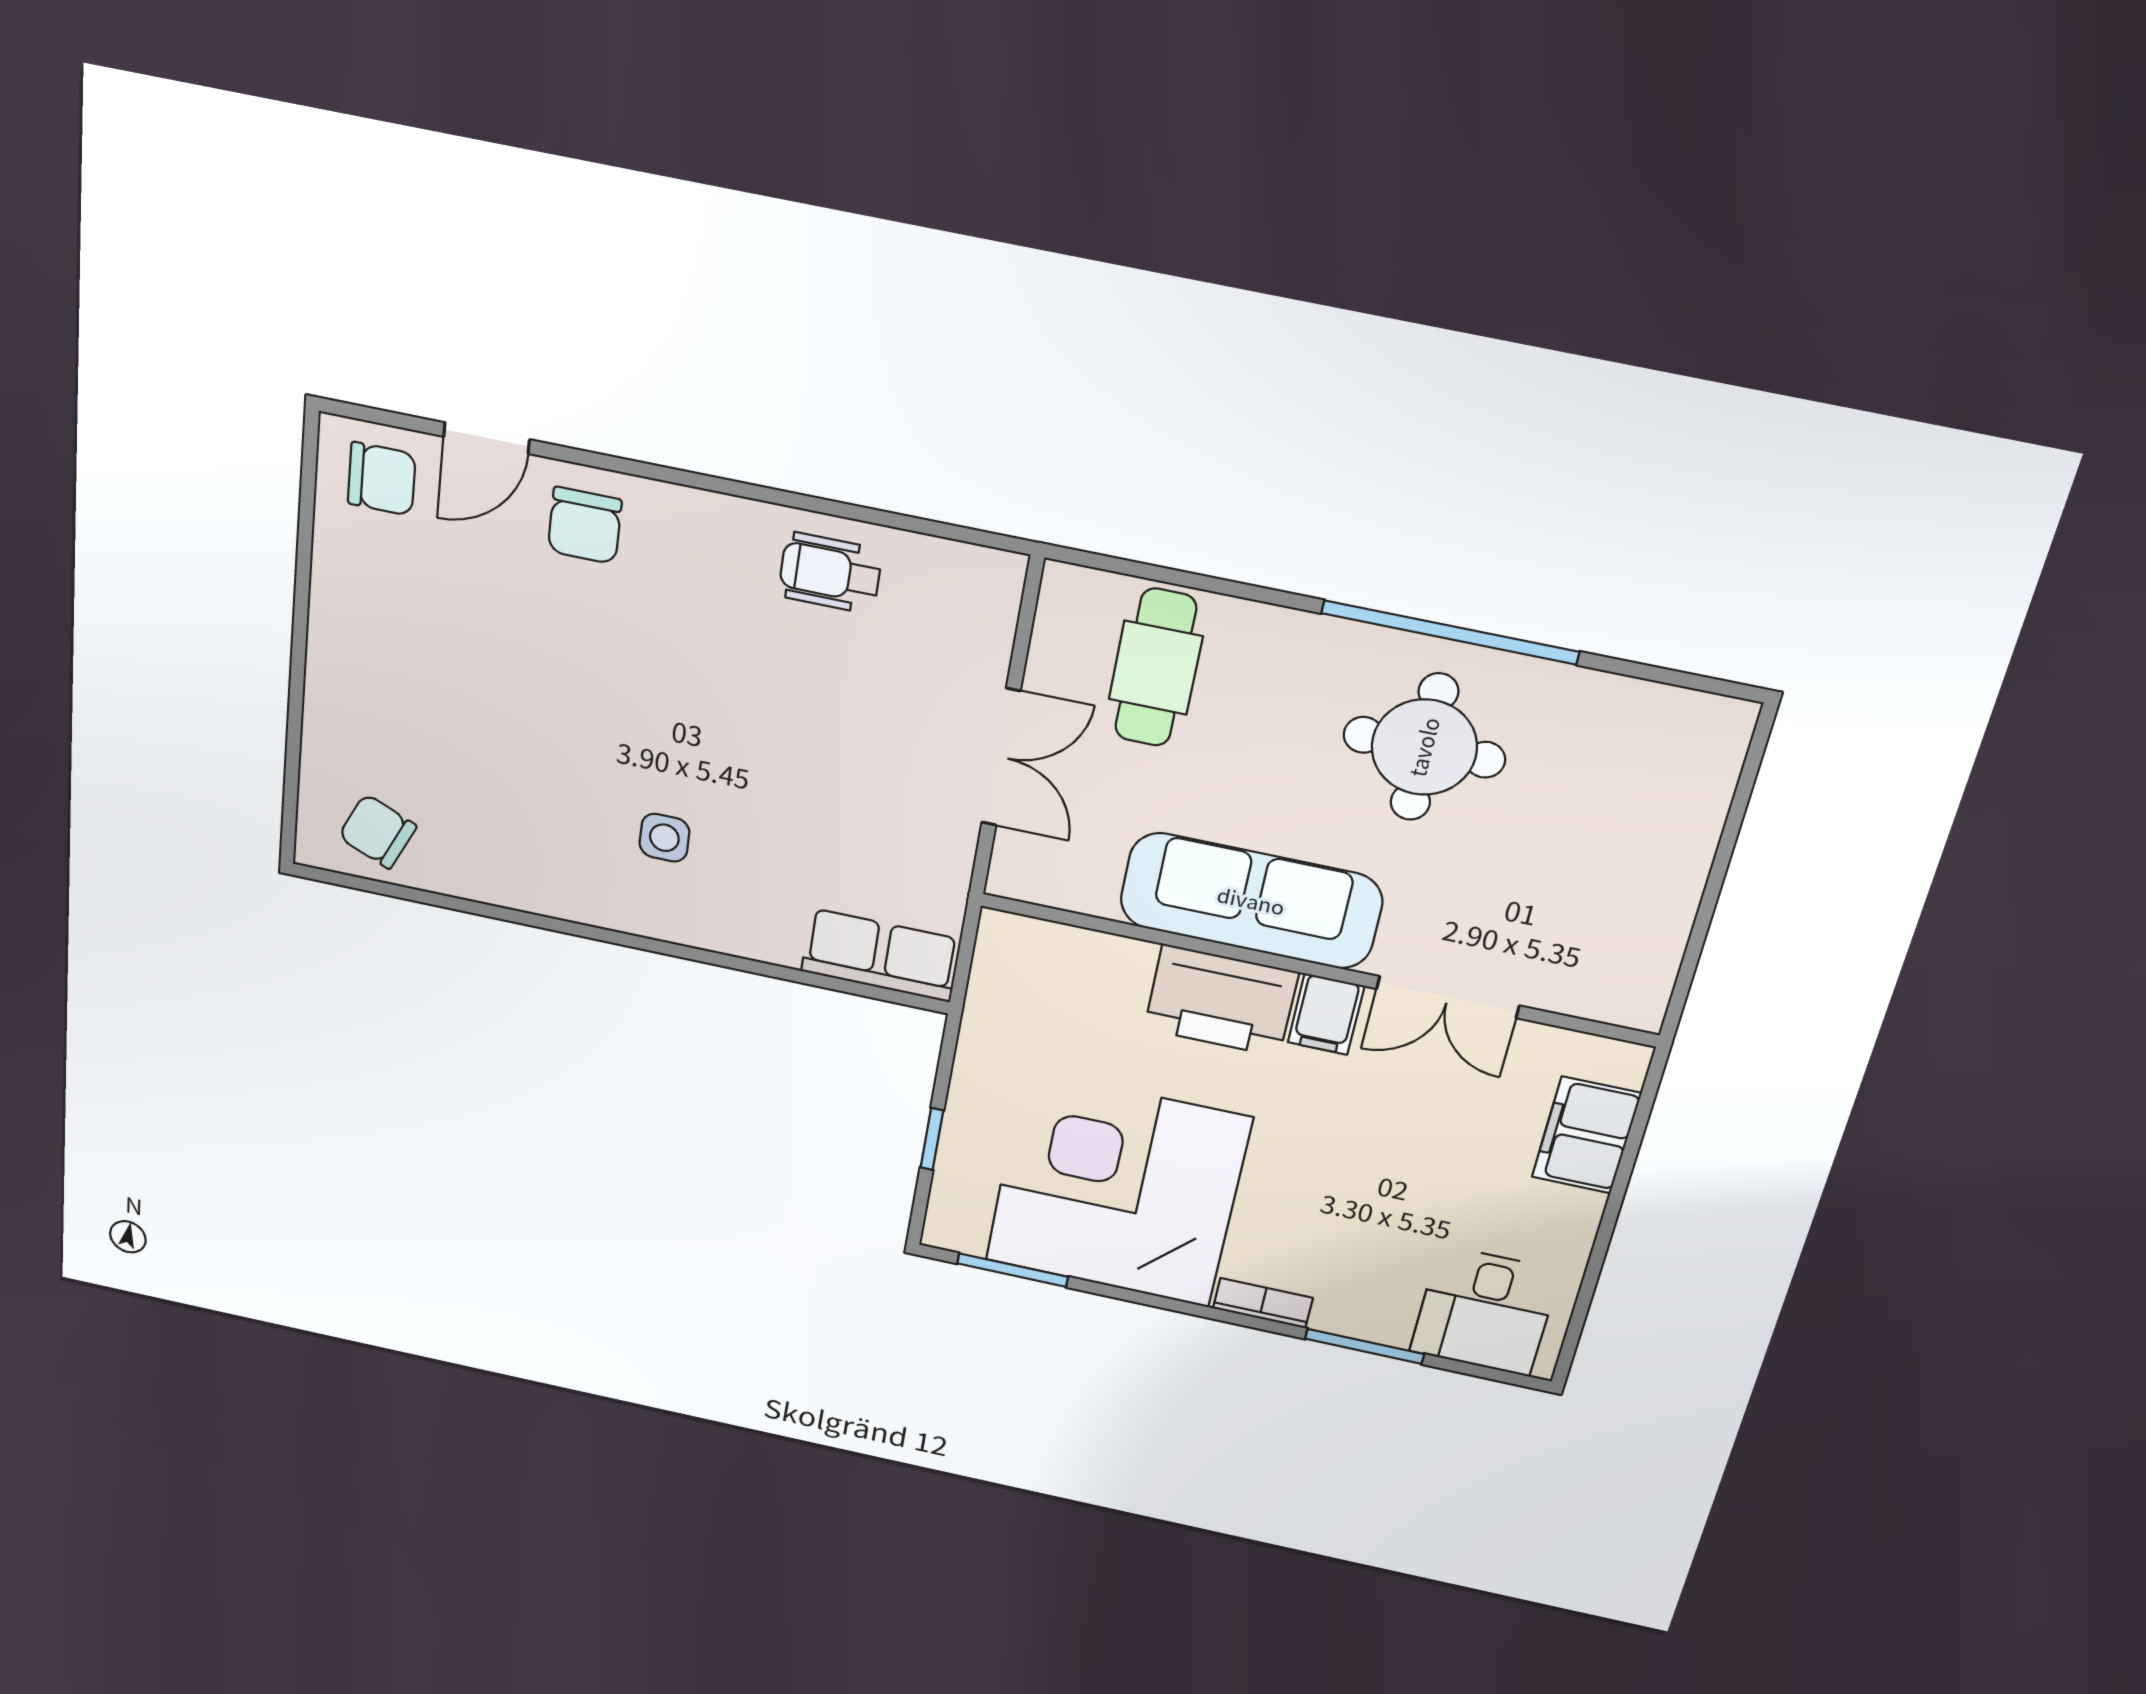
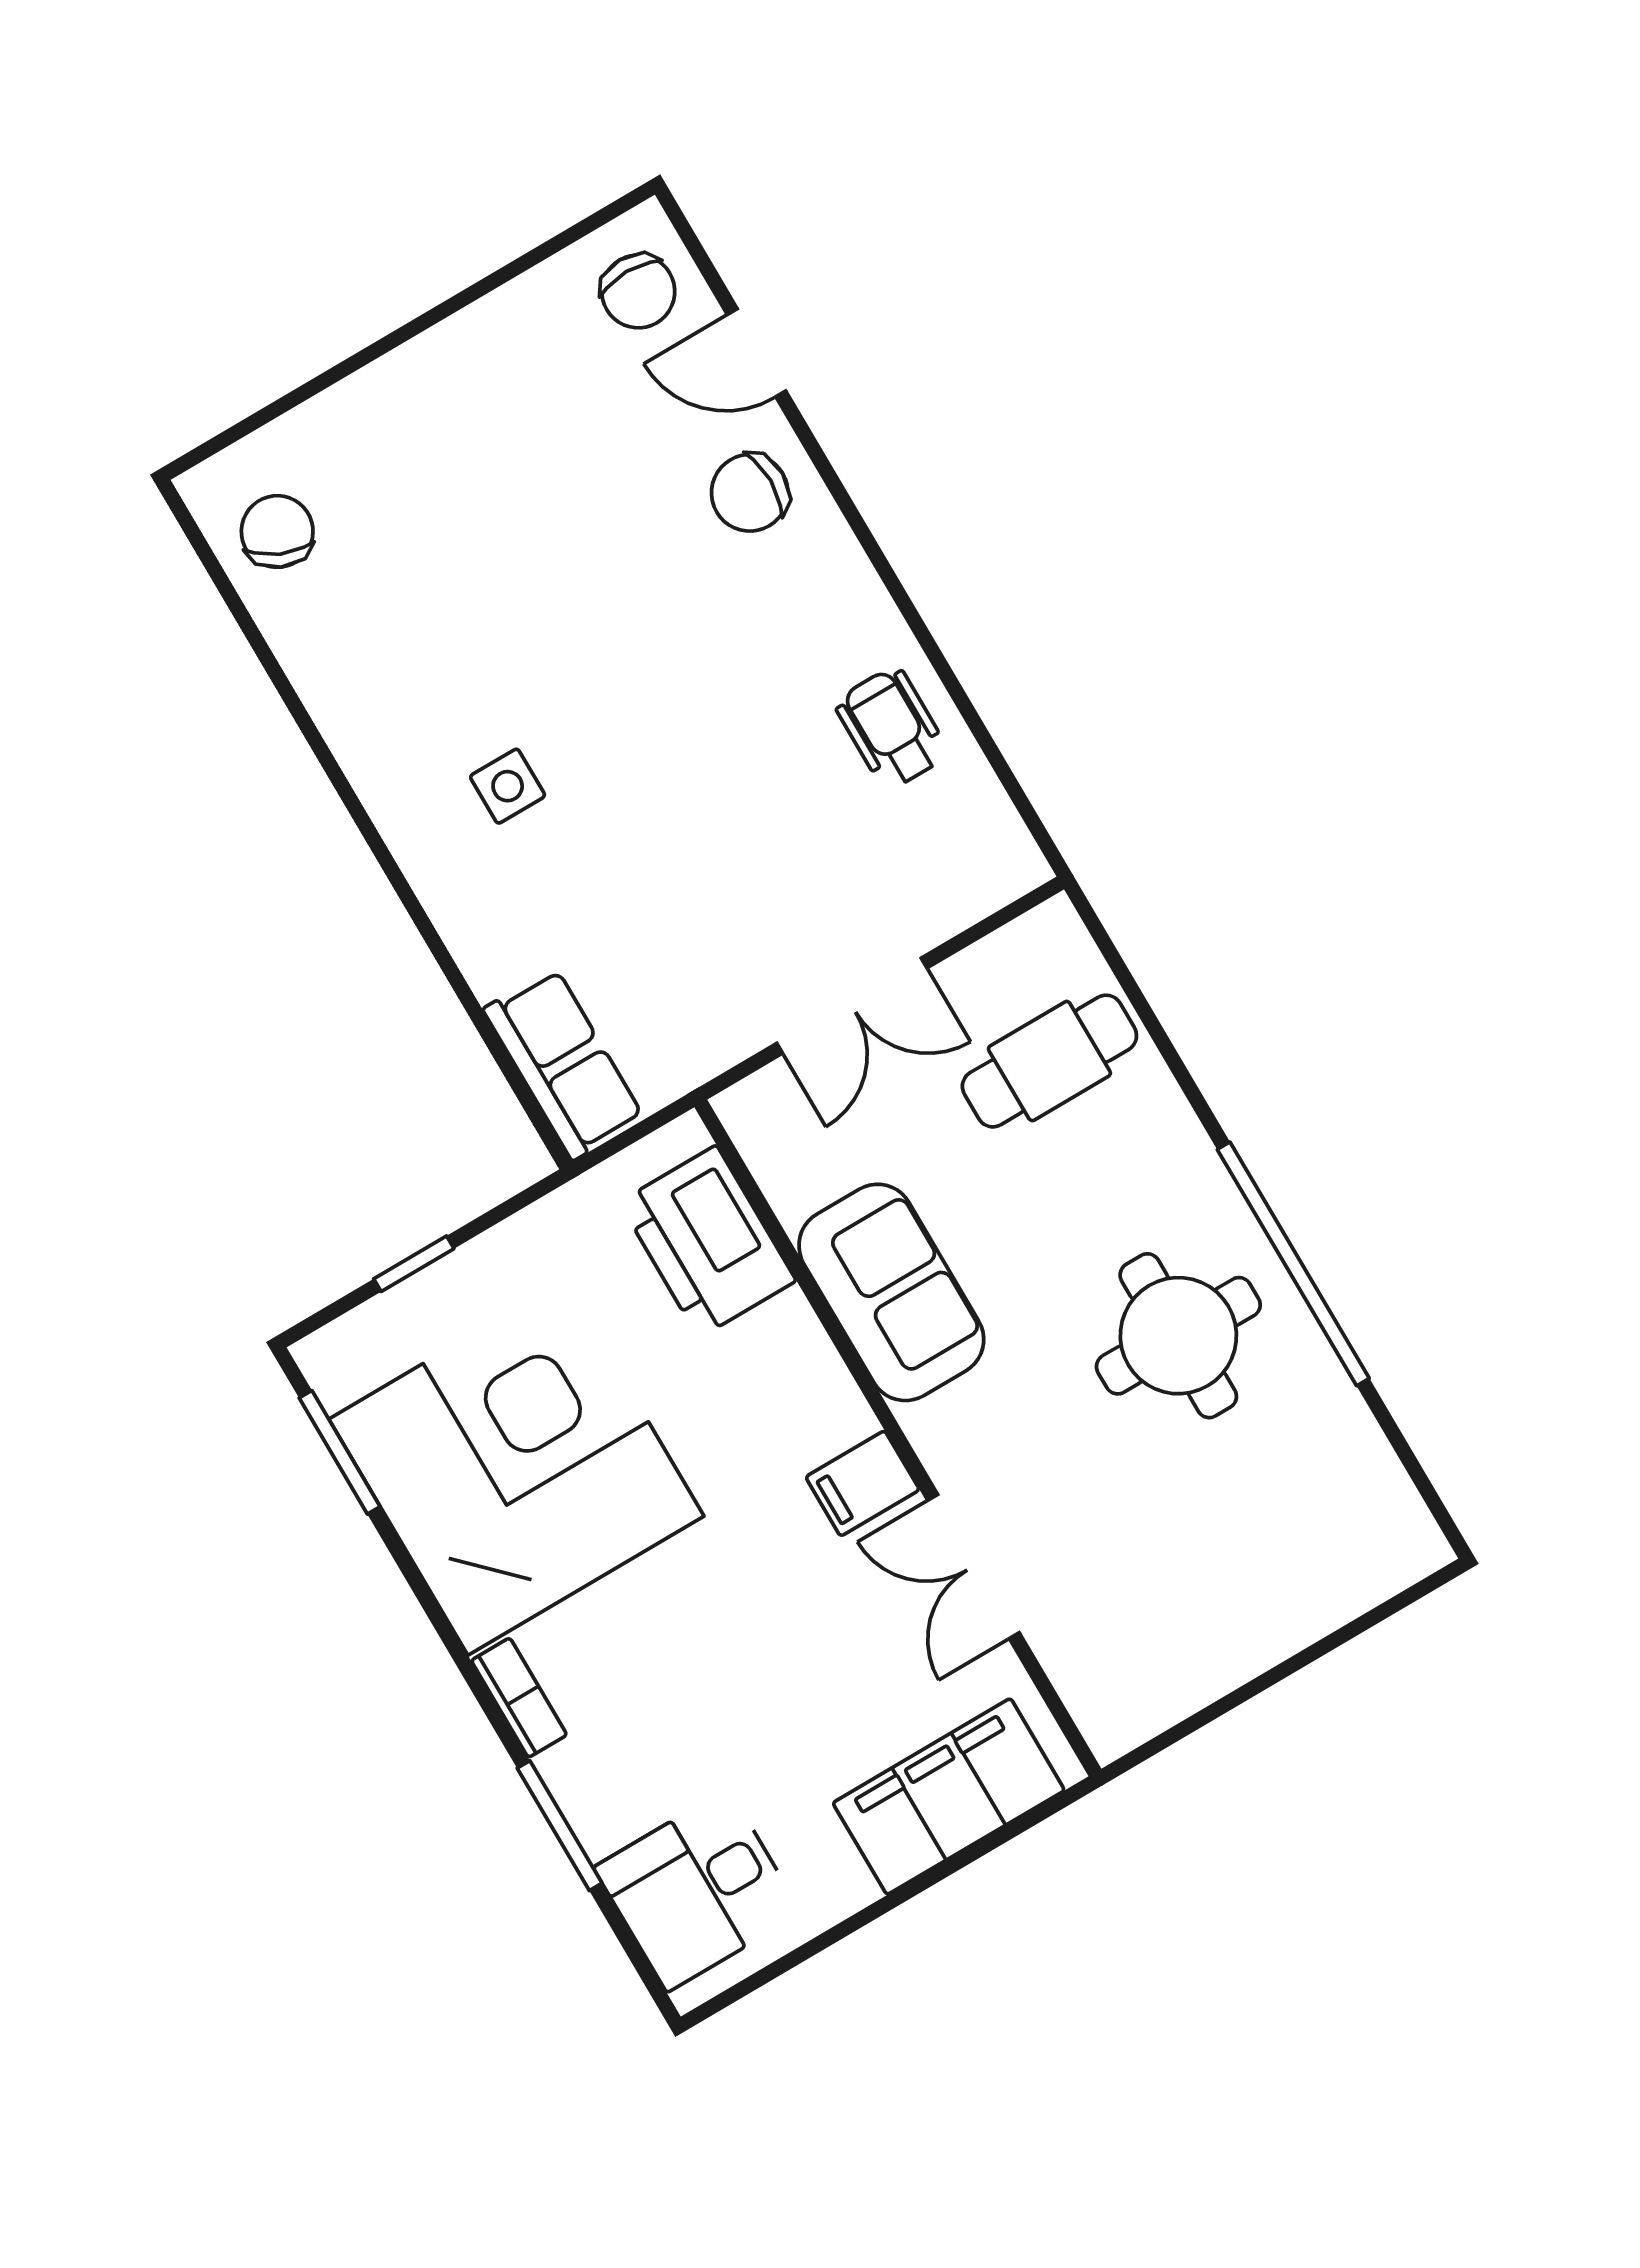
sofa: (1251, 901) -> (891, 1292), width x0.73
printer: (1221, 1001) -> (708, 1241), moved
filing cabinet: (1586, 1135) -> (949, 1797), width x1.50, depth x1.17

